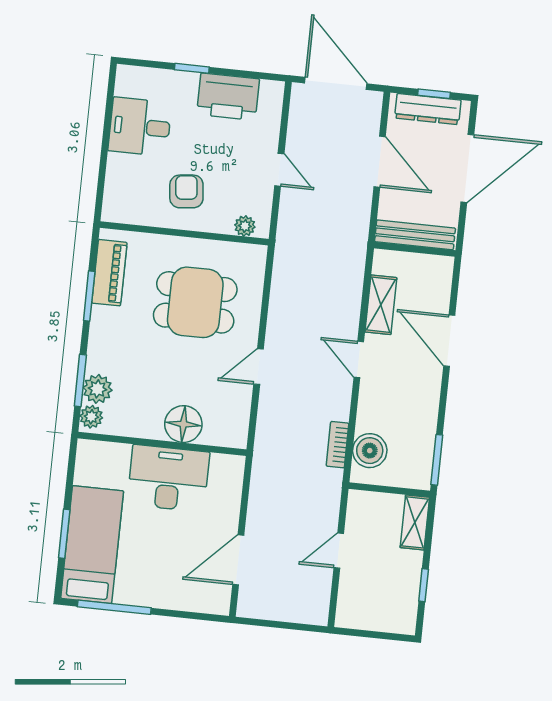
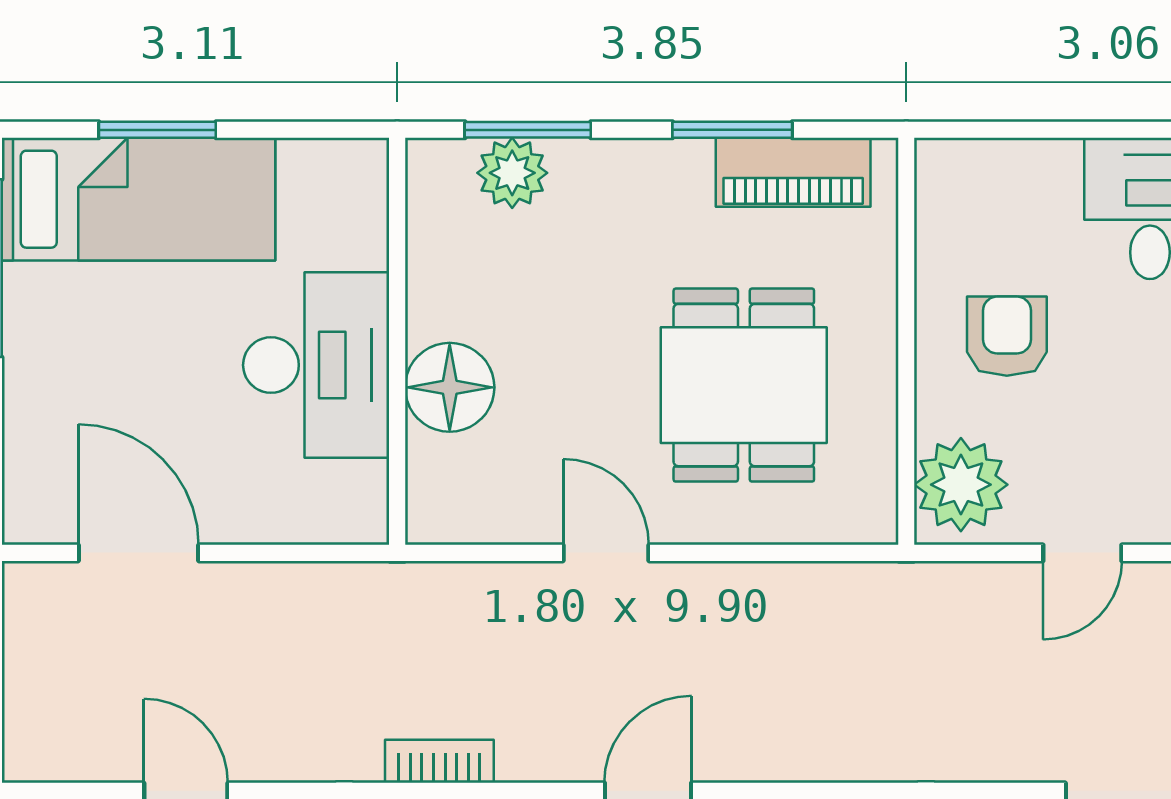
armchair: (186, 191) -> (1007, 336), turned -84
plant: (245, 226) -> (961, 485), width x1.88, depth x1.88
plant: (91, 417) -> (444, 165), removed

